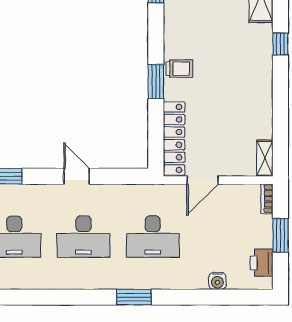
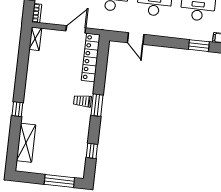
window: (156, 82) -> (97, 105), moved
door: (77, 176) -> (136, 39), moved

